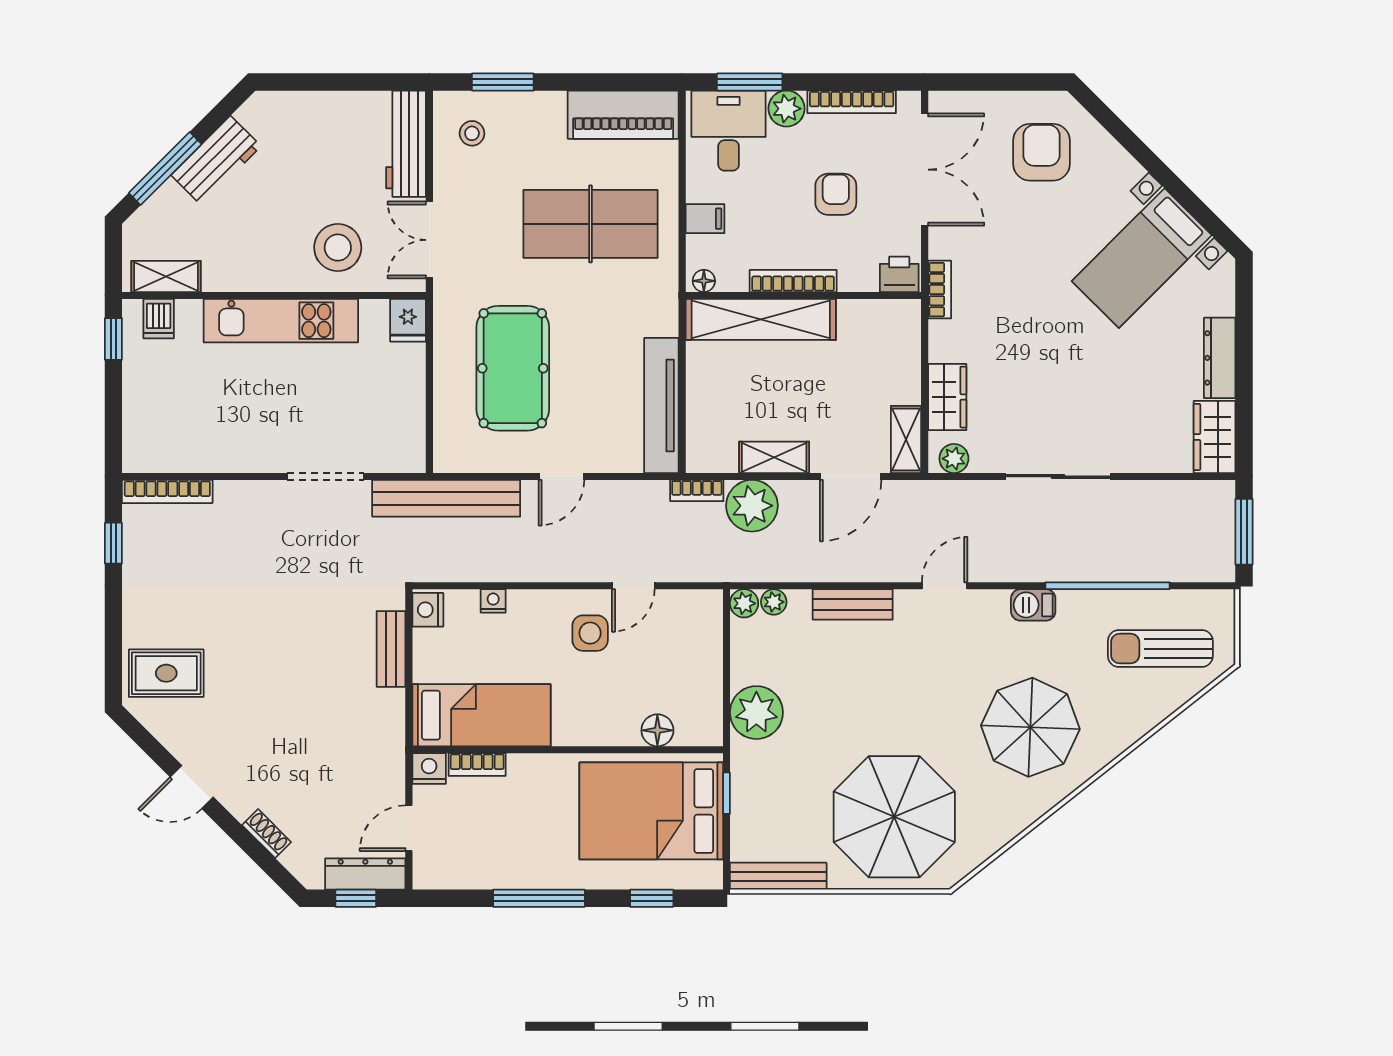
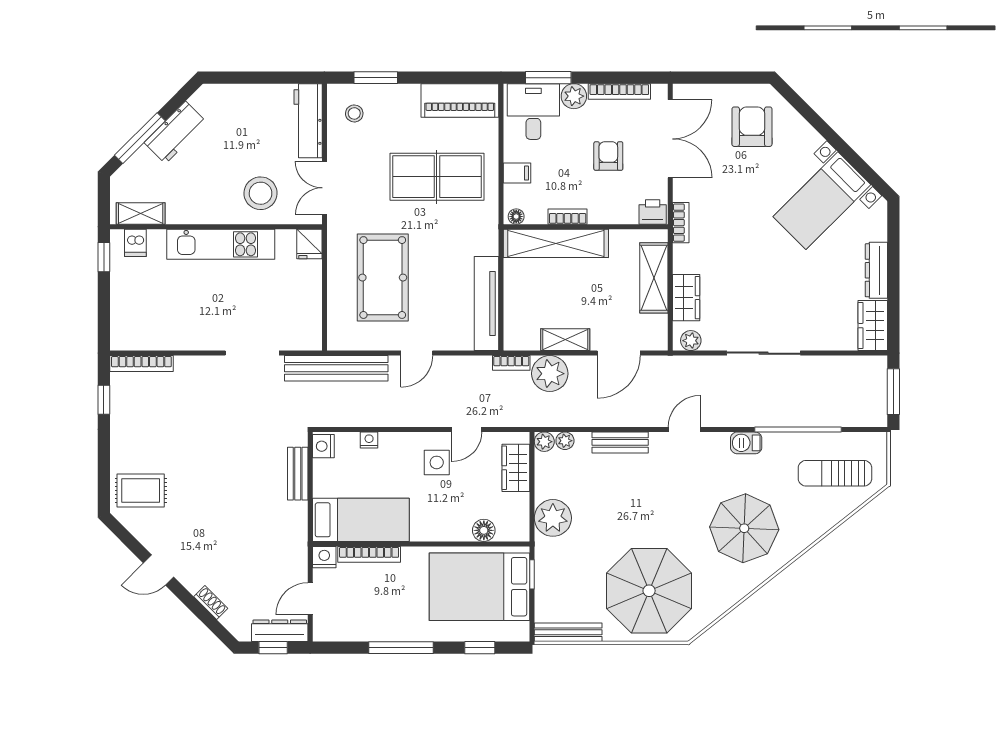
bookcase: (793, 281) -> (568, 217), width x0.64
shelving: (906, 439) -> (654, 278), moved, width x1.50, depth x1.33
wardrobe: (703, 641) -> (516, 468), added
bookcase: (477, 765) -> (369, 554), width x1.56

